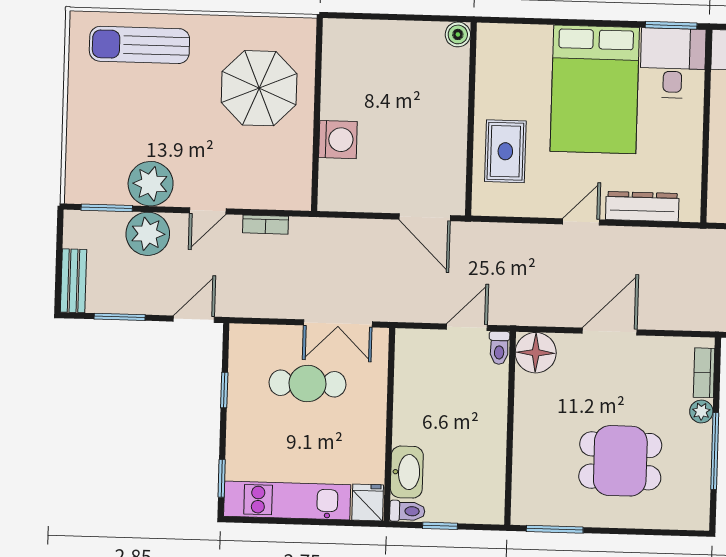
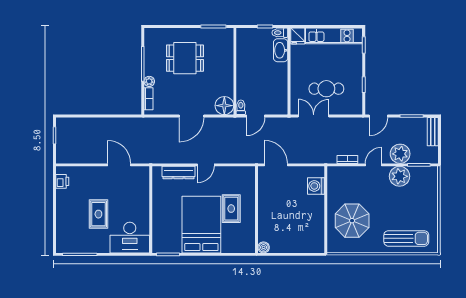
desk: (673, 63) -> (167, 237), removed
washing machine: (338, 140) -> (316, 186), moved
rug: (505, 151) -> (231, 209), moved

